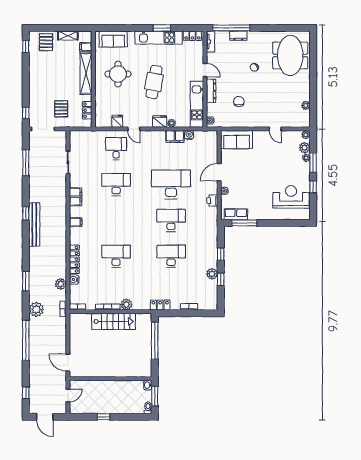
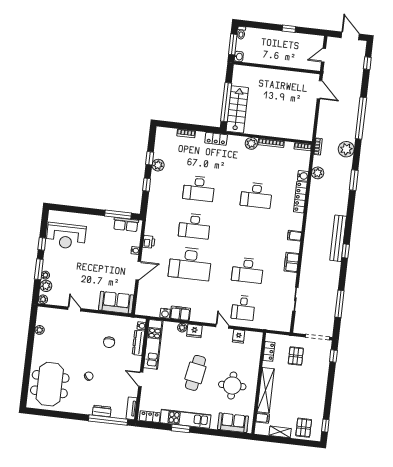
dresser: (211, 91) -> (138, 343), moved
stairs: (114, 321) -> (237, 109), moved, turned 90

